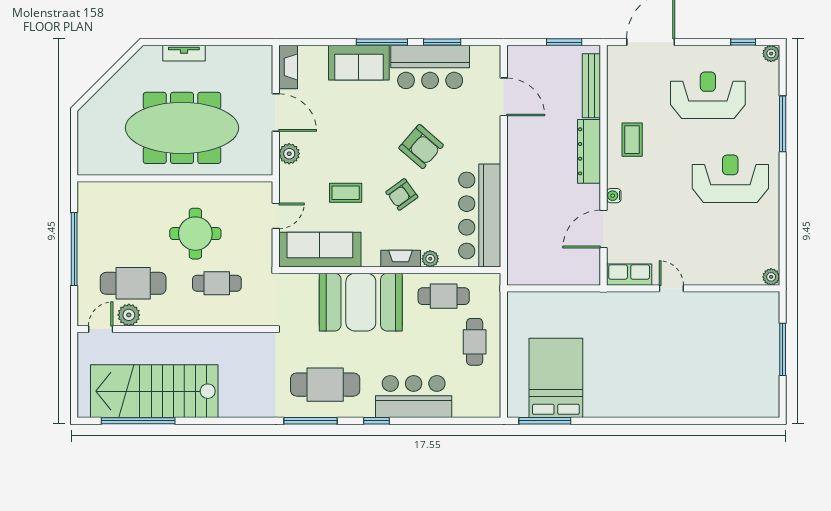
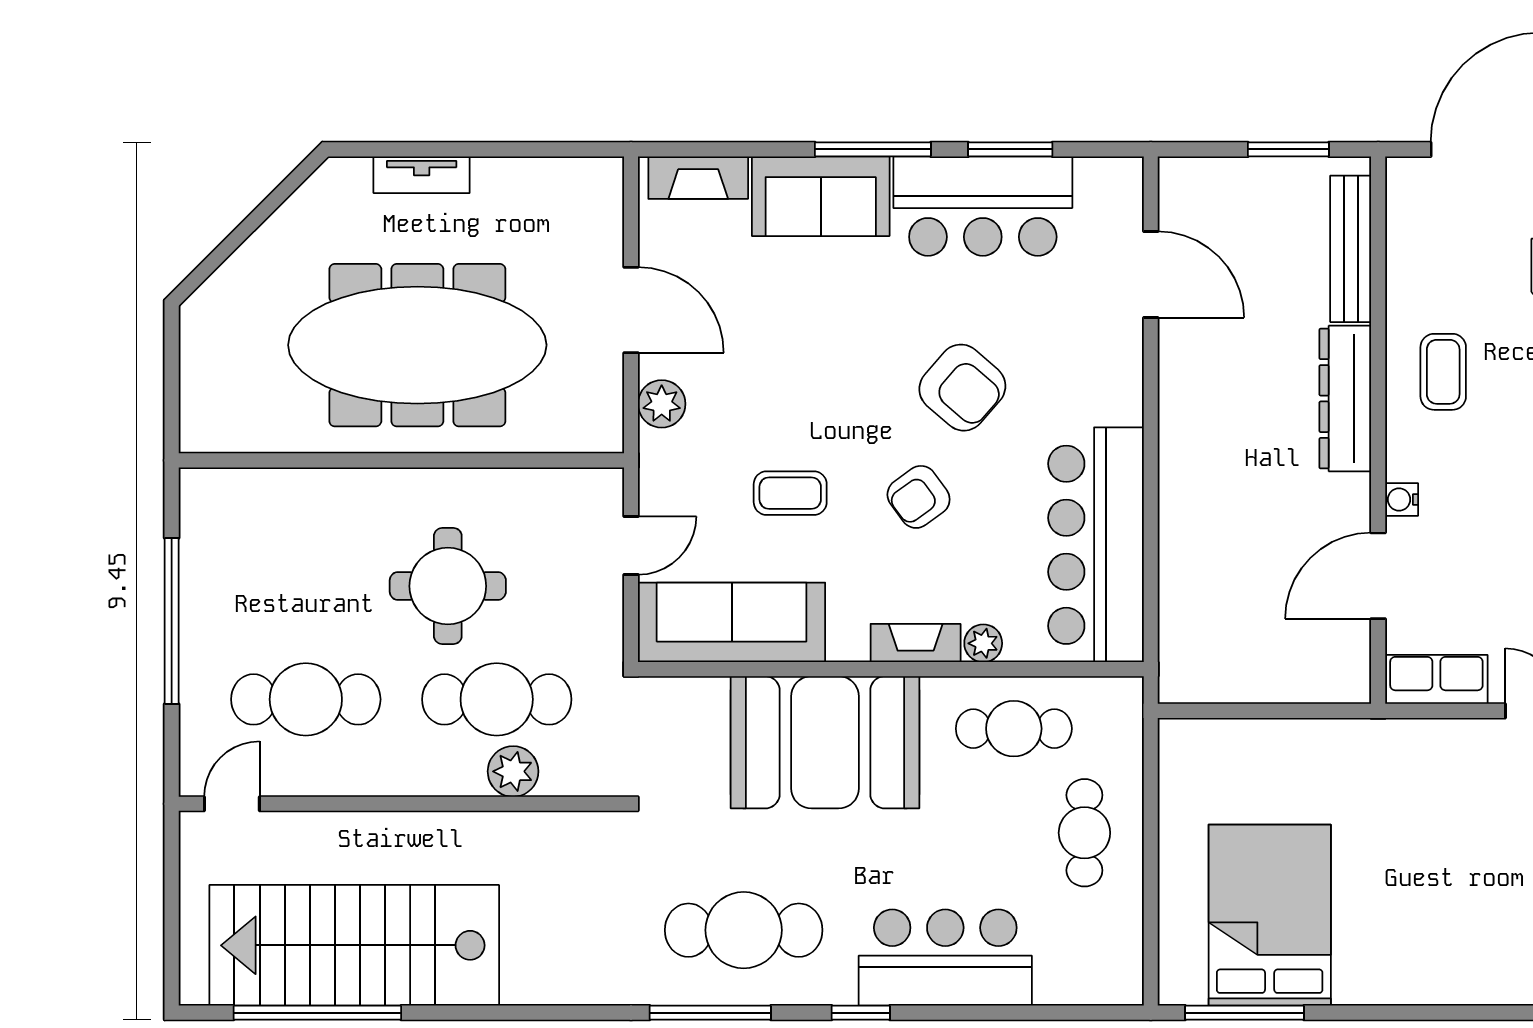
fireplace: (288, 67) -> (698, 178), moved, turned 90
cafe table: (217, 283) -> (497, 699), width x1.37, depth x1.35
plant: (129, 315) -> (513, 771), moved

